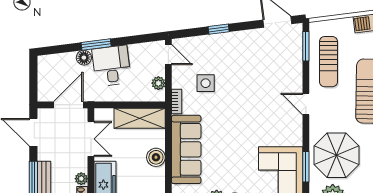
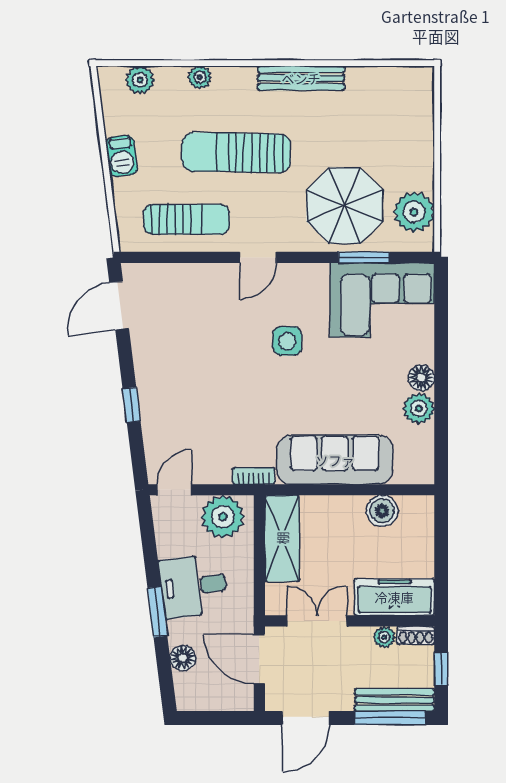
window: (306, 46) -> (160, 257), removed
floor lamp: (84, 58) -> (183, 658), moved
plant: (158, 83) -> (223, 517), width x1.87, depth x1.87
side table: (206, 83) -> (287, 341), moved
boiler: (156, 157) -> (382, 511), moved

